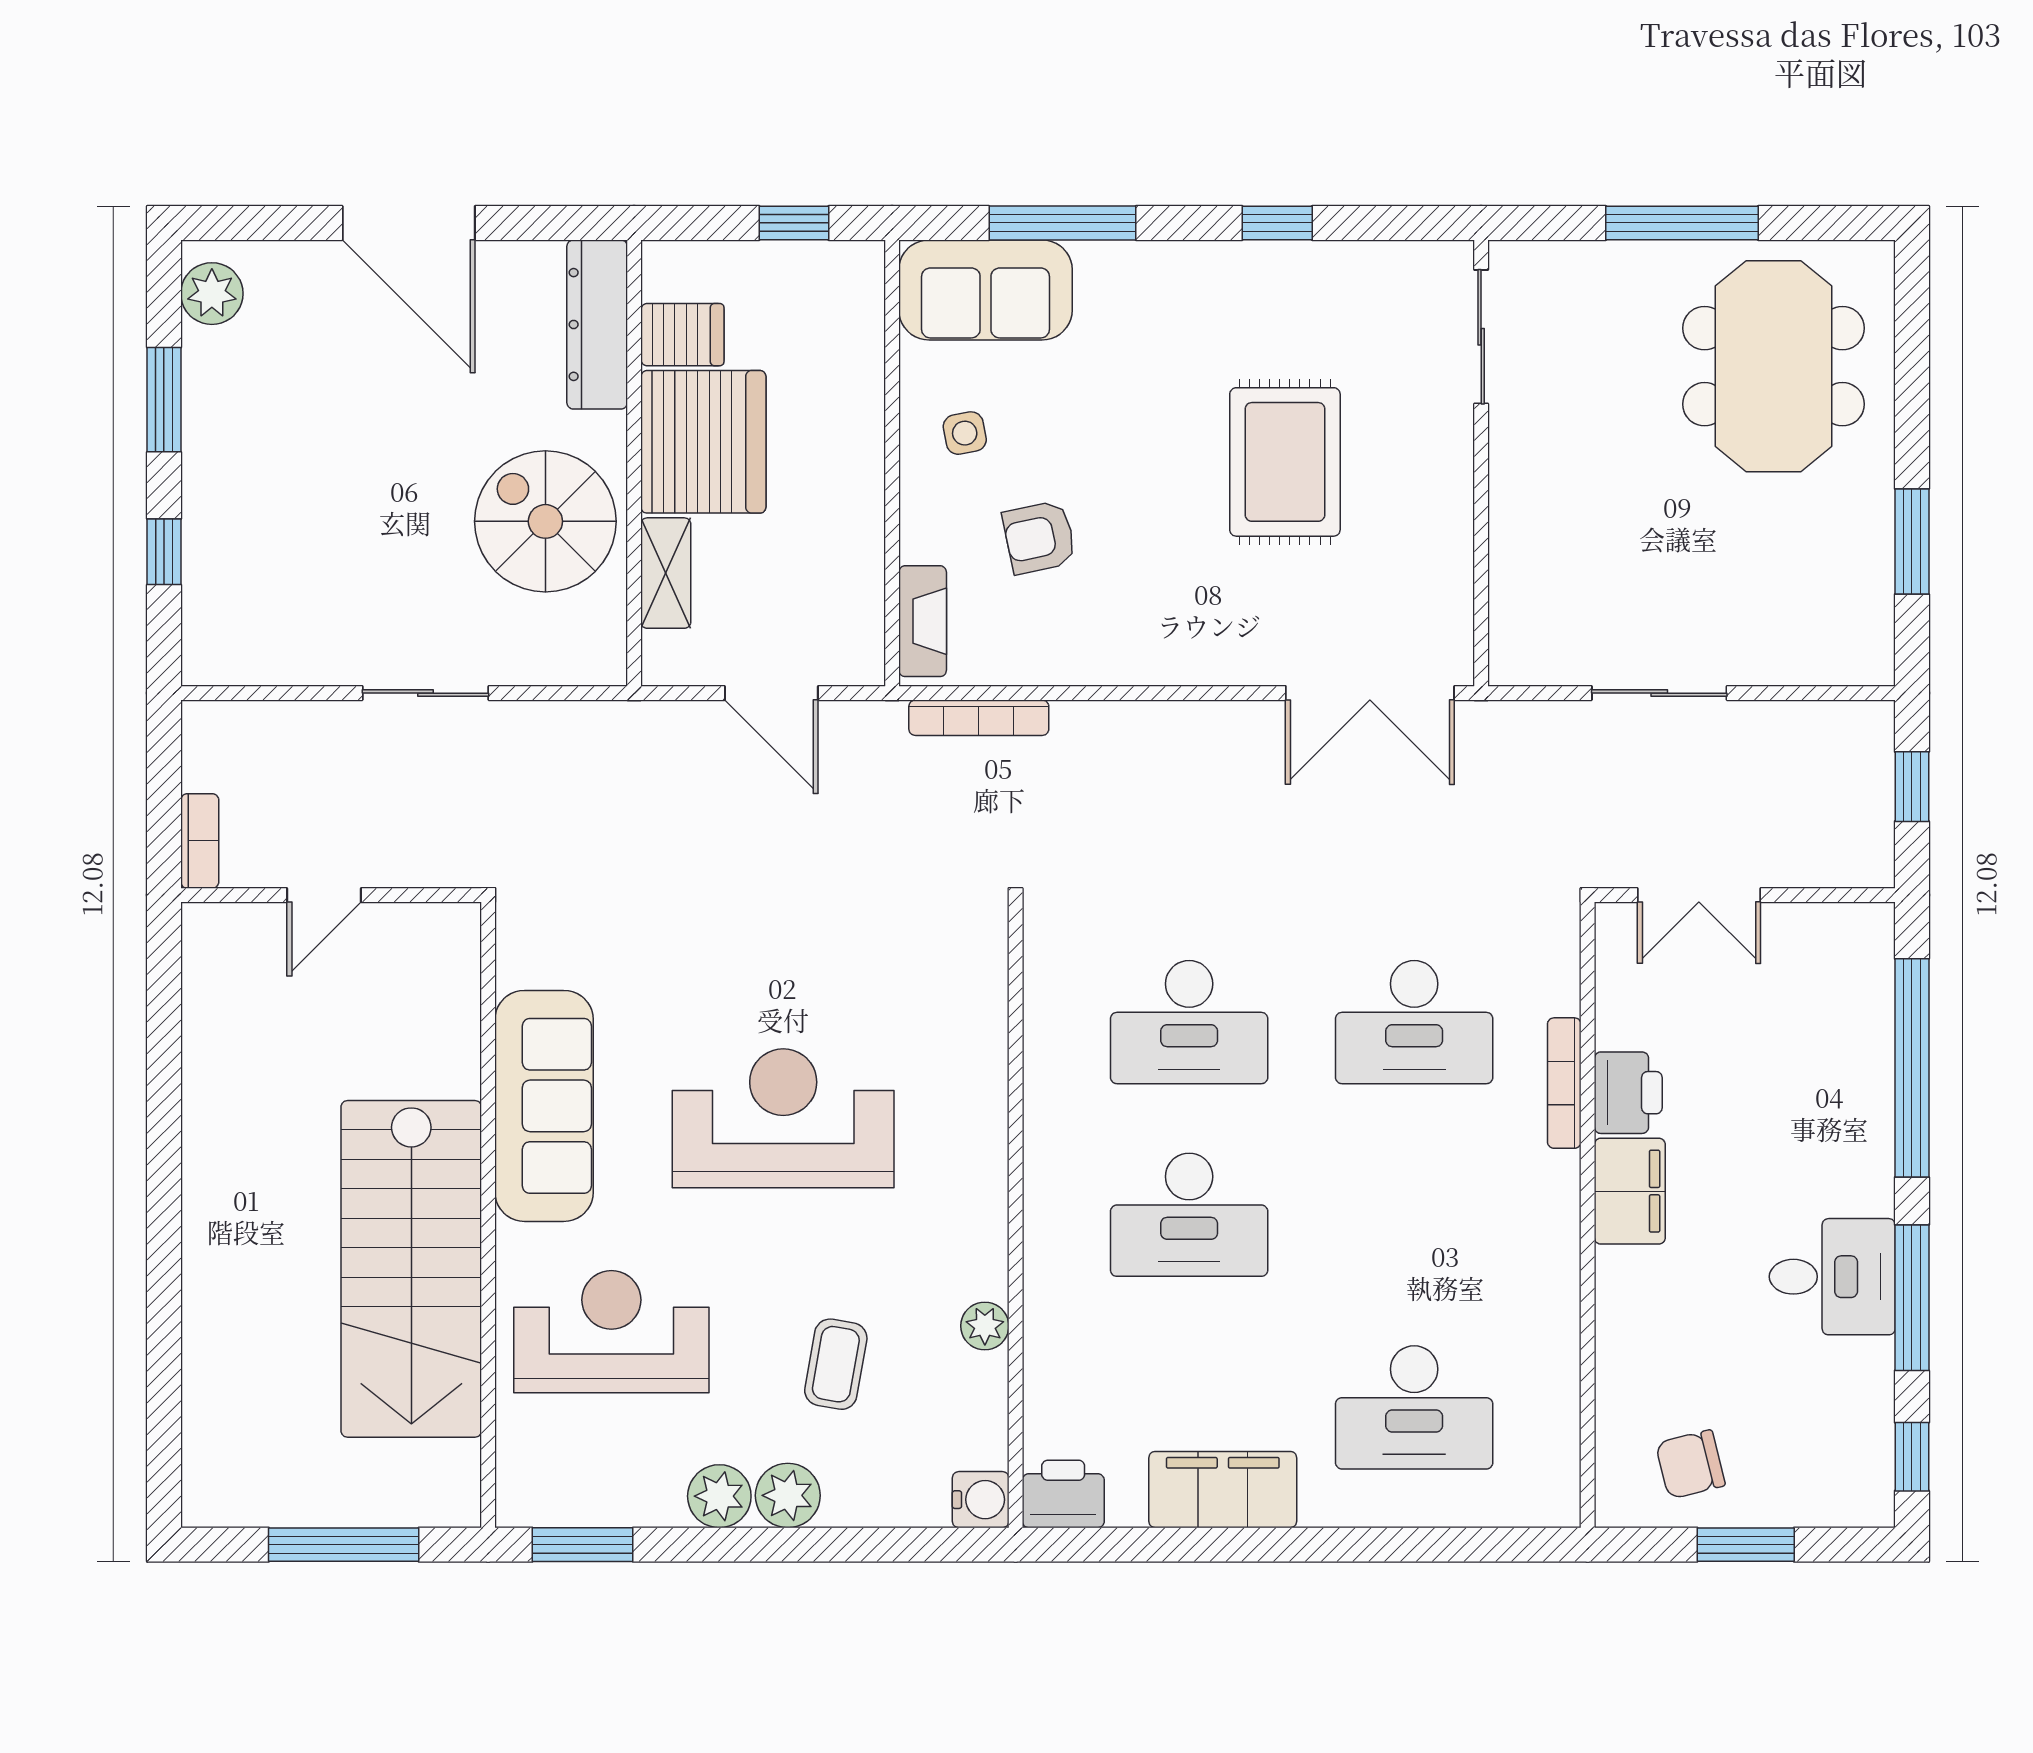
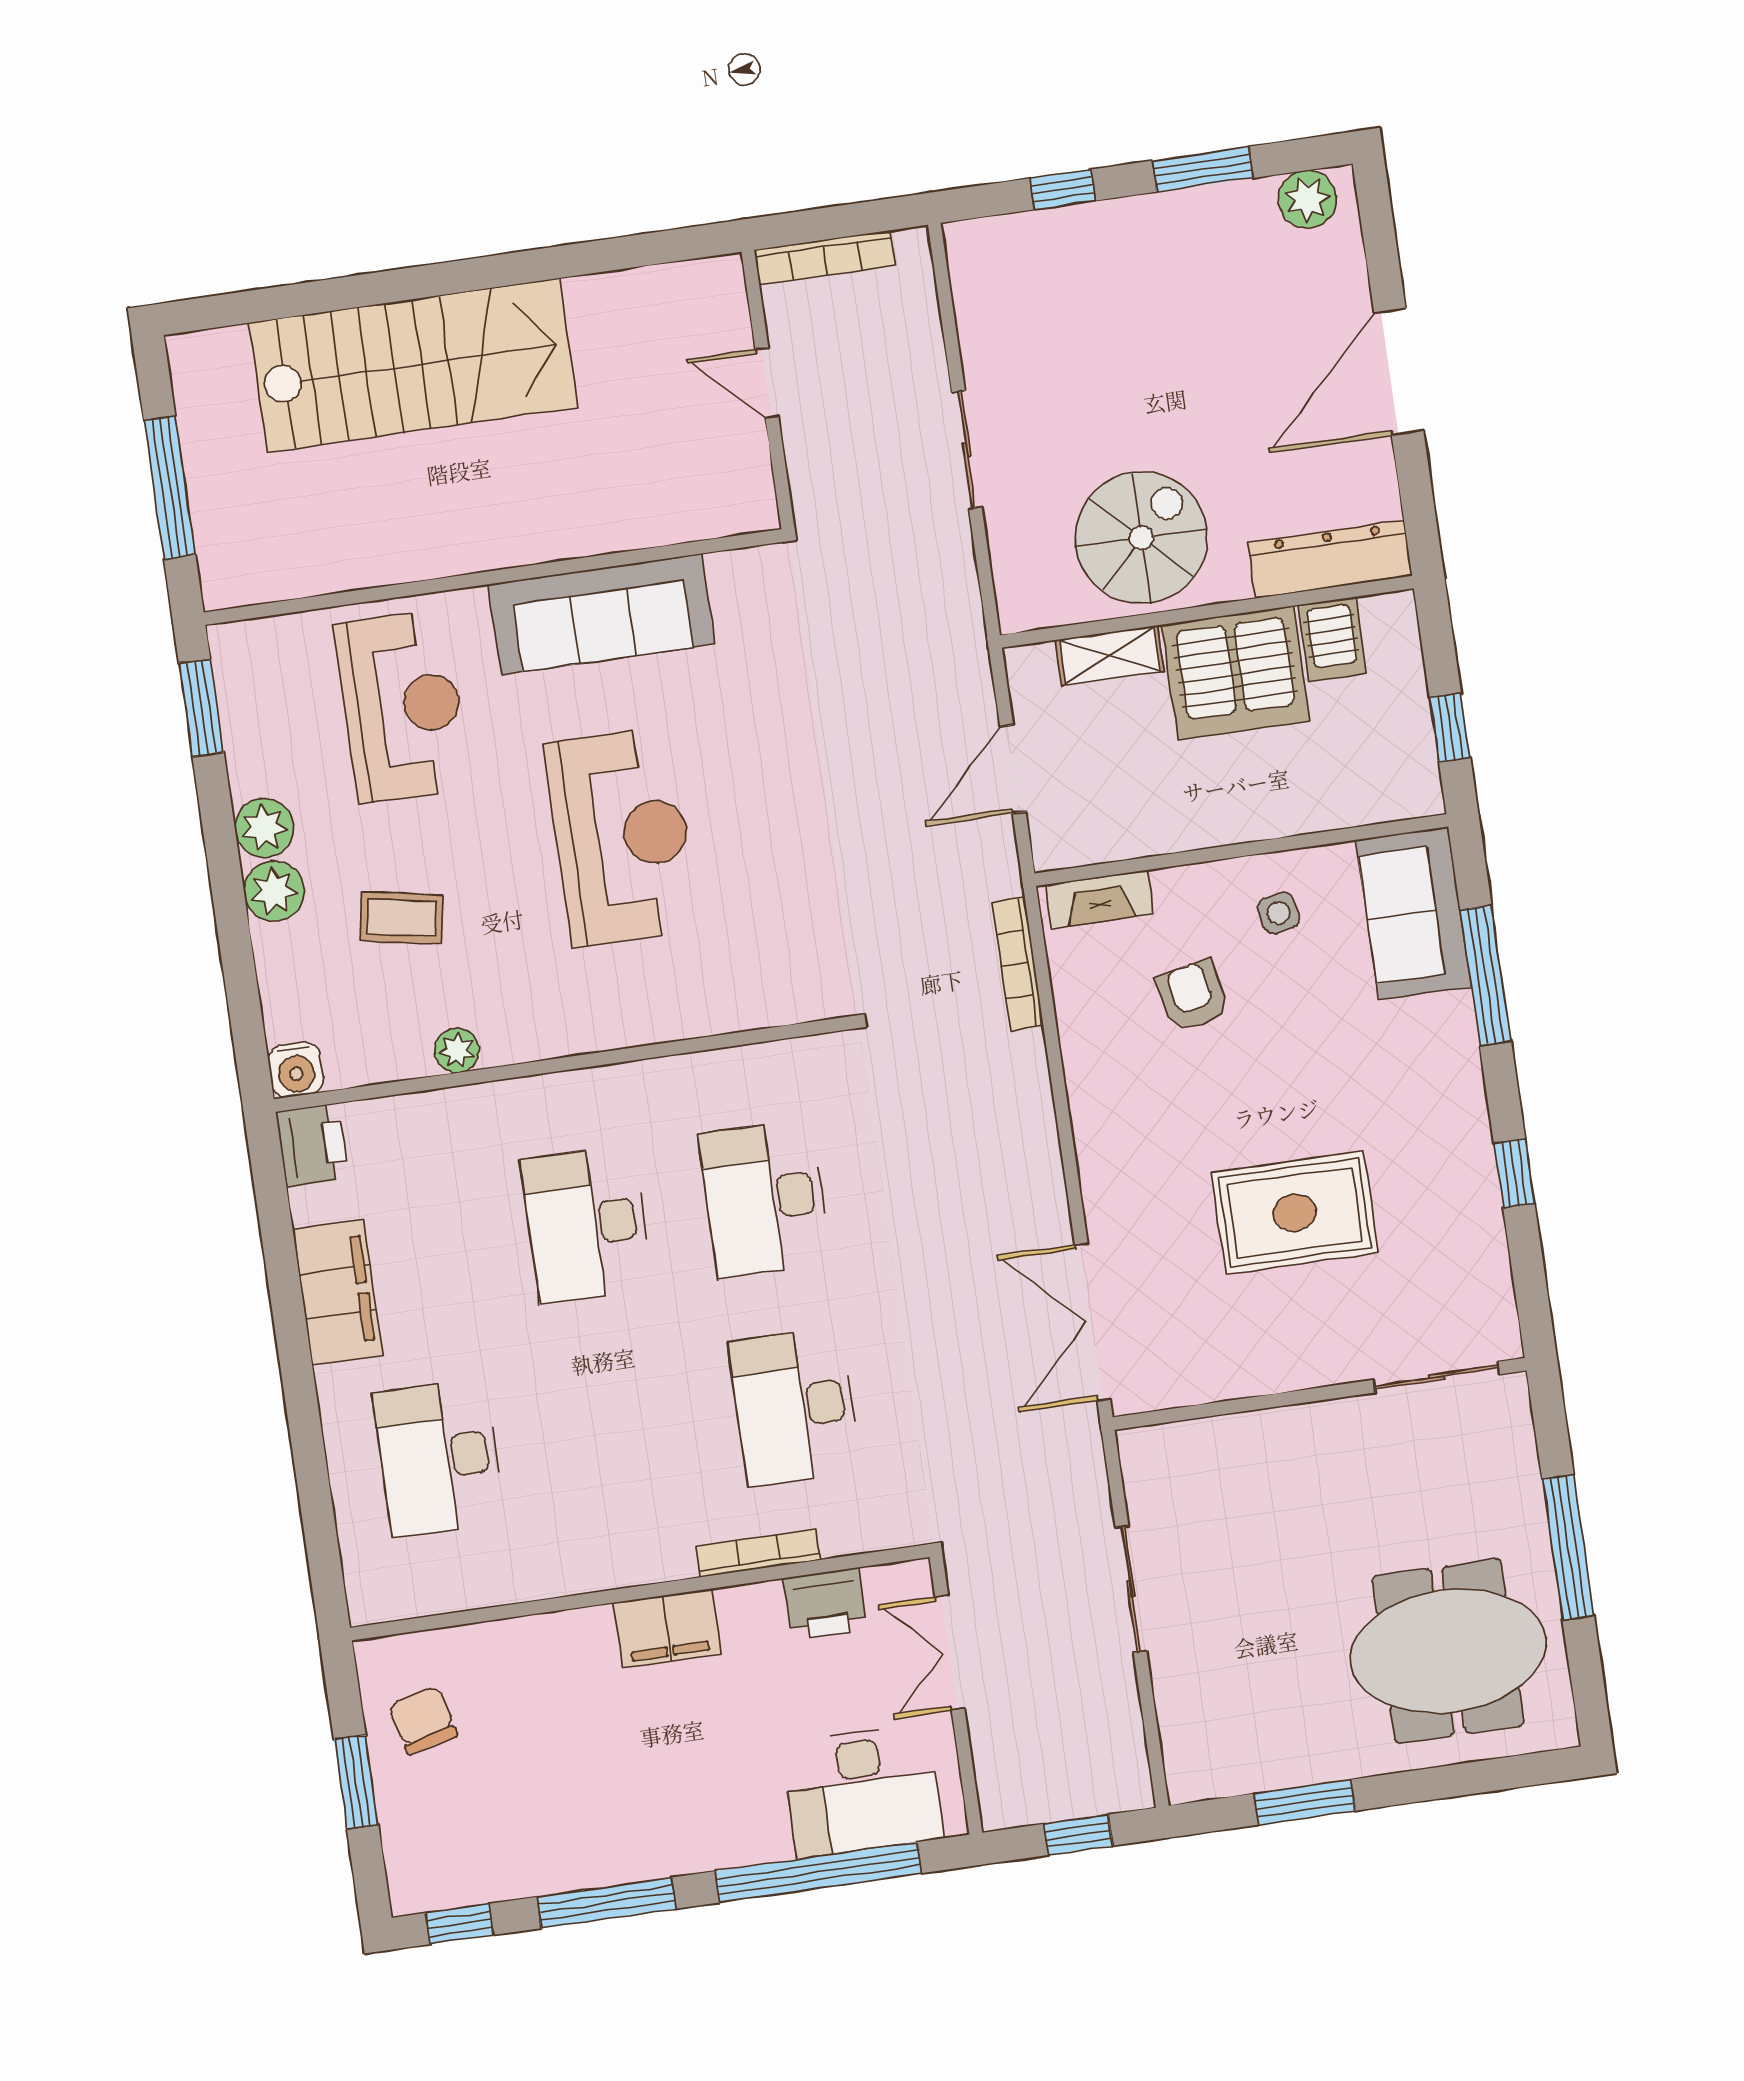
bookcase: (200, 841) -> (825, 257), width x1.56
printer: (1628, 1093) -> (825, 1604), moved
stairs: (411, 1269) -> (413, 365), moved, turned 180
desk: (1832, 1277) -> (862, 1791), moved, width x1.37

